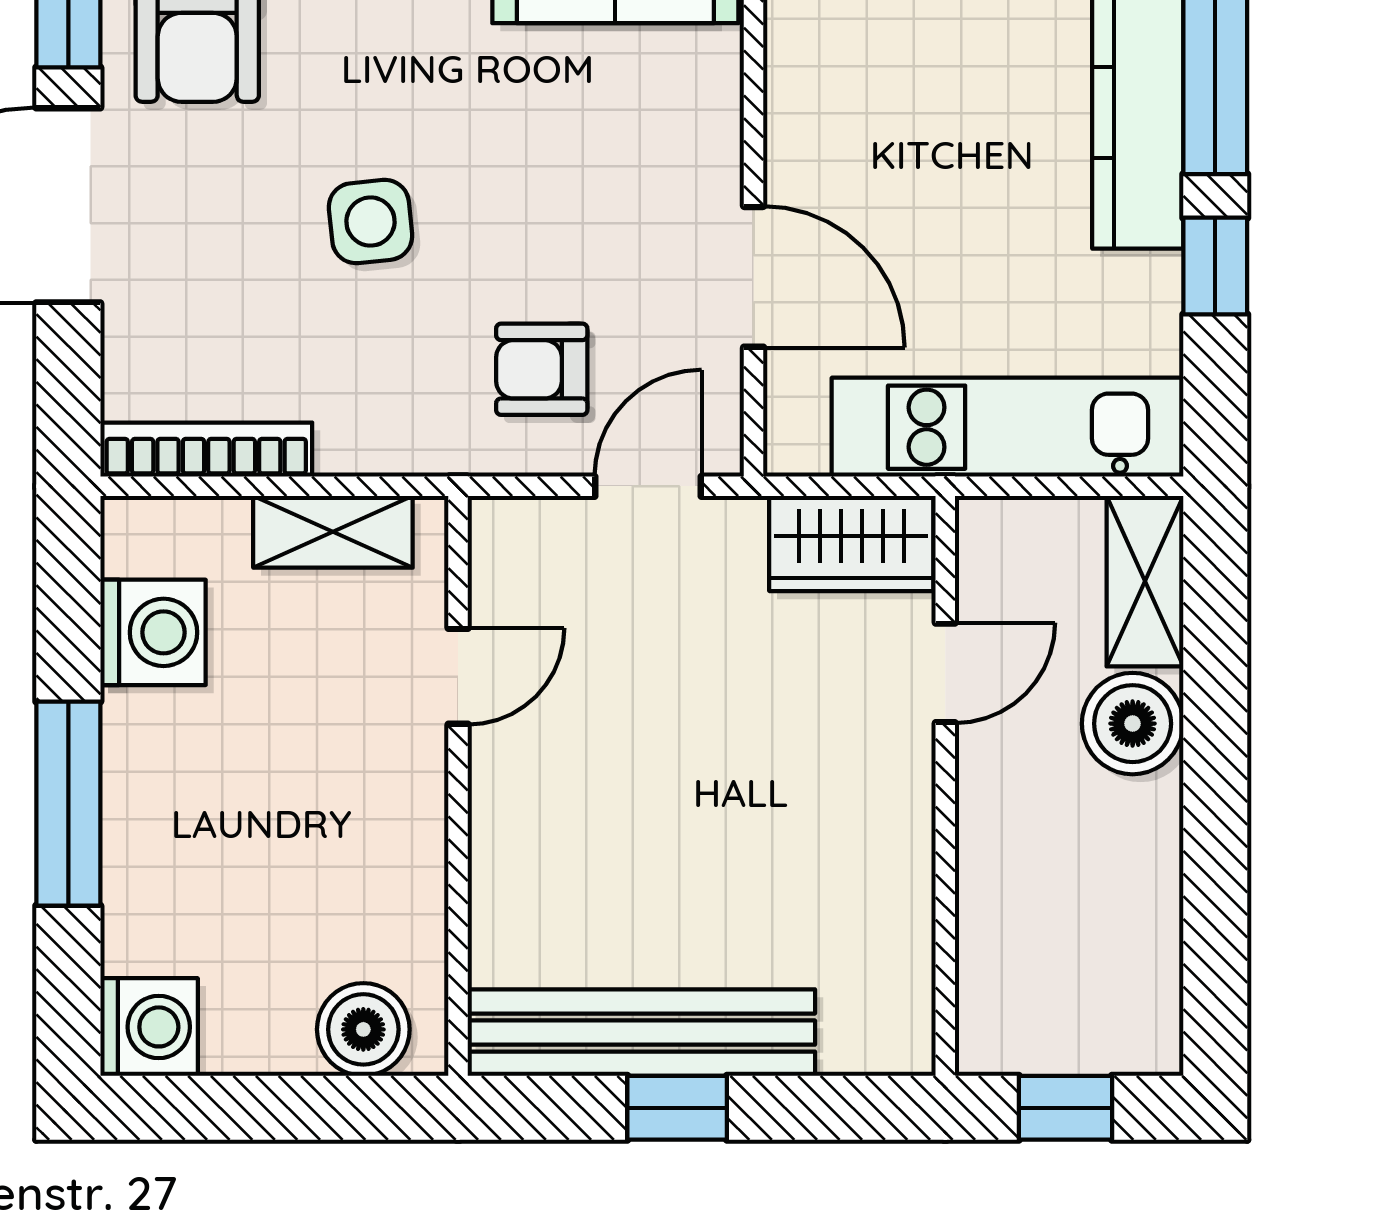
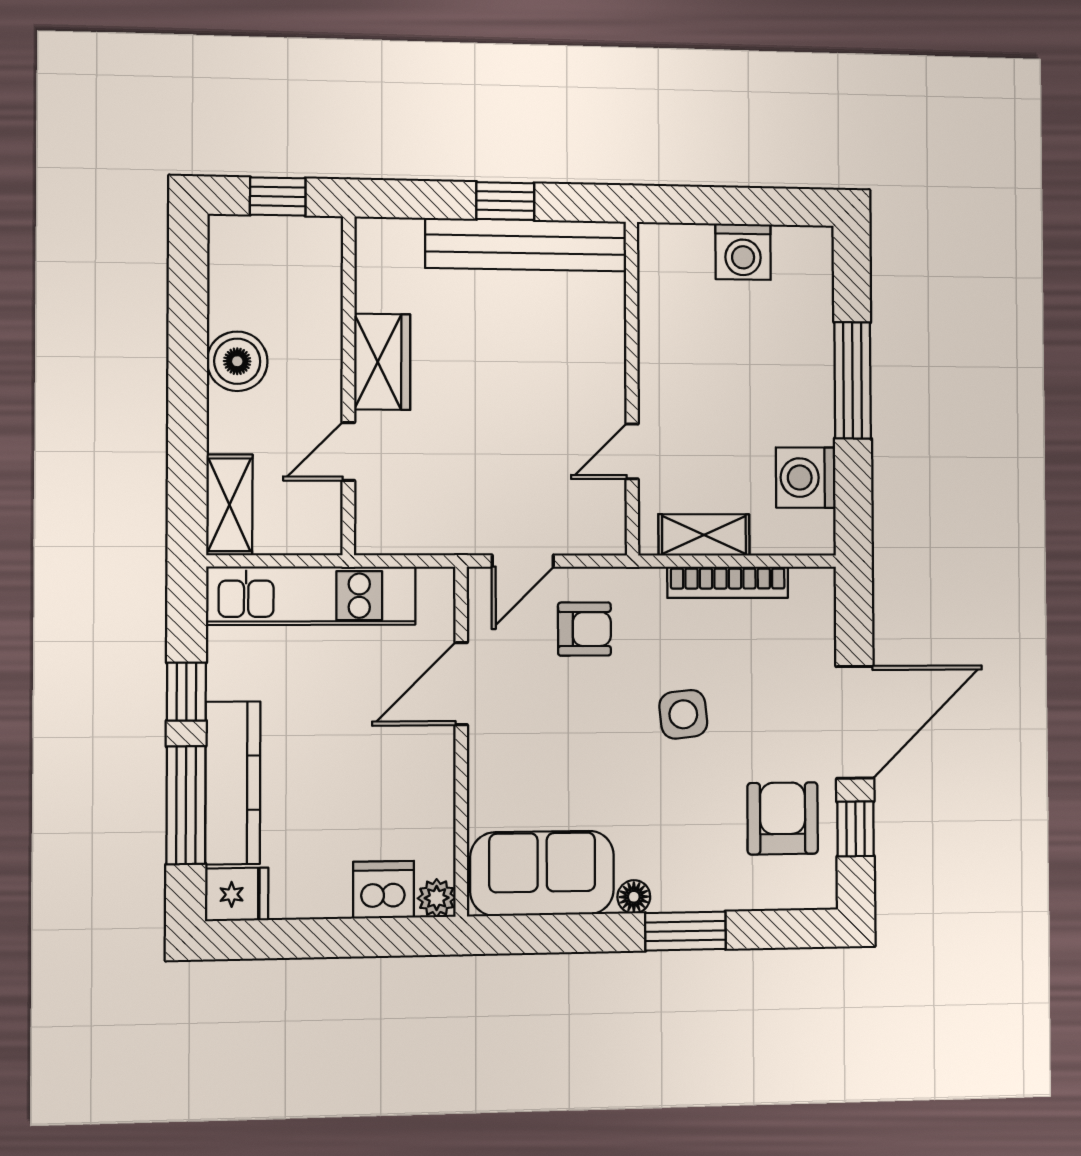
door: (754, 277) -> (461, 684), hinge flipped
bookcase: (206, 450) -> (728, 582), moved
wardrobe: (851, 544) -> (382, 362), moved, turned 90
boiler: (1133, 724) -> (237, 361), moved
washing machine: (149, 1027) -> (743, 252), moved, turned -90
boiler: (363, 1029) -> (686, 249), removed

